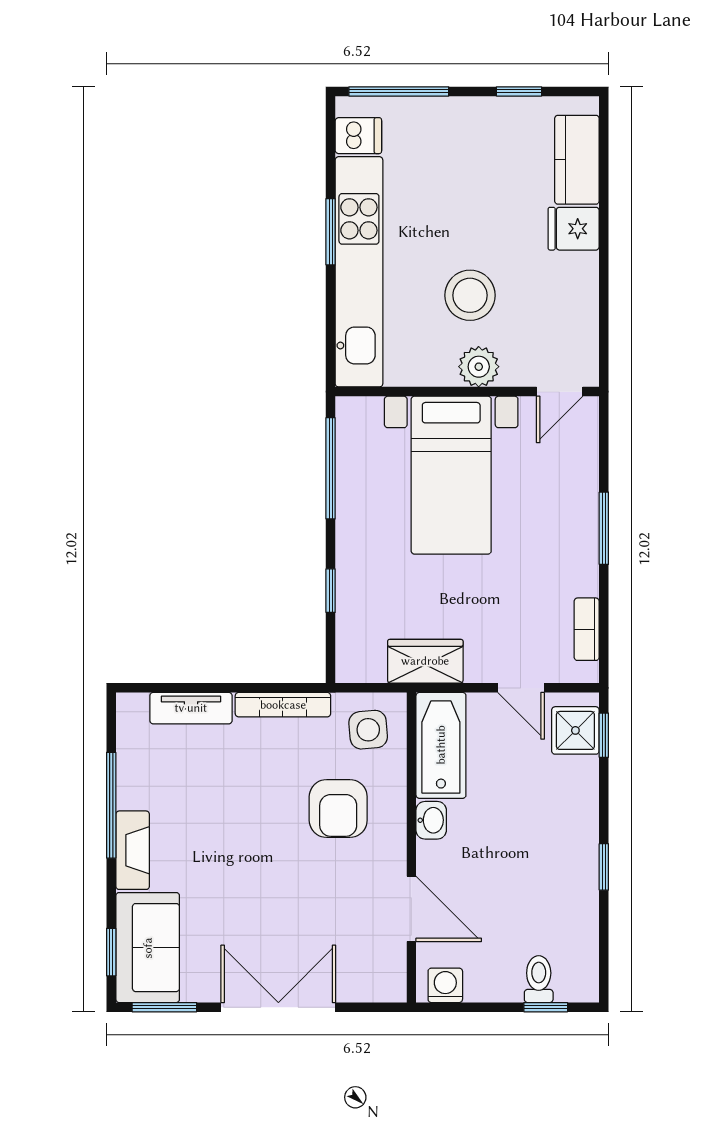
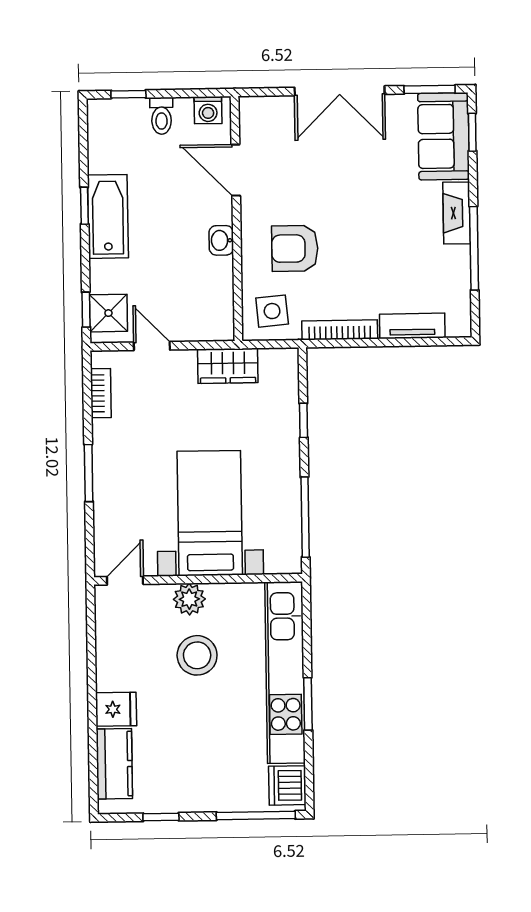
dishwasher: (358, 136) -> (287, 785), width x1.38
bathtub: (441, 745) -> (108, 216), moved, turned 180
armchair: (338, 808) -> (295, 248), turned -90
toilet: (539, 979) -> (161, 116), moved

